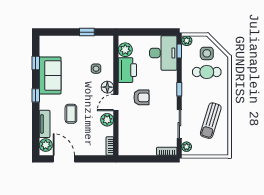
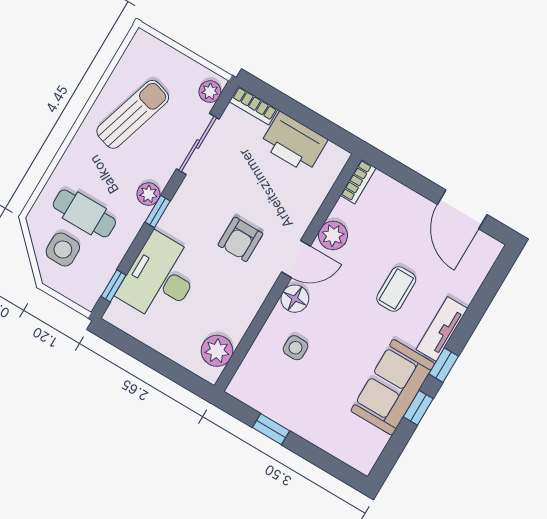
plant: (187, 41) -> (148, 194), moved
desk: (163, 53) -> (160, 278), moved
window: (36, 63) -> (418, 408), moved
printer: (127, 70) -> (294, 142), moved, turned -90
armchair: (141, 97) -> (240, 239), turned -90
tv unit: (45, 124) -> (442, 329), moved
plant: (46, 145) -> (481, 257), removed

